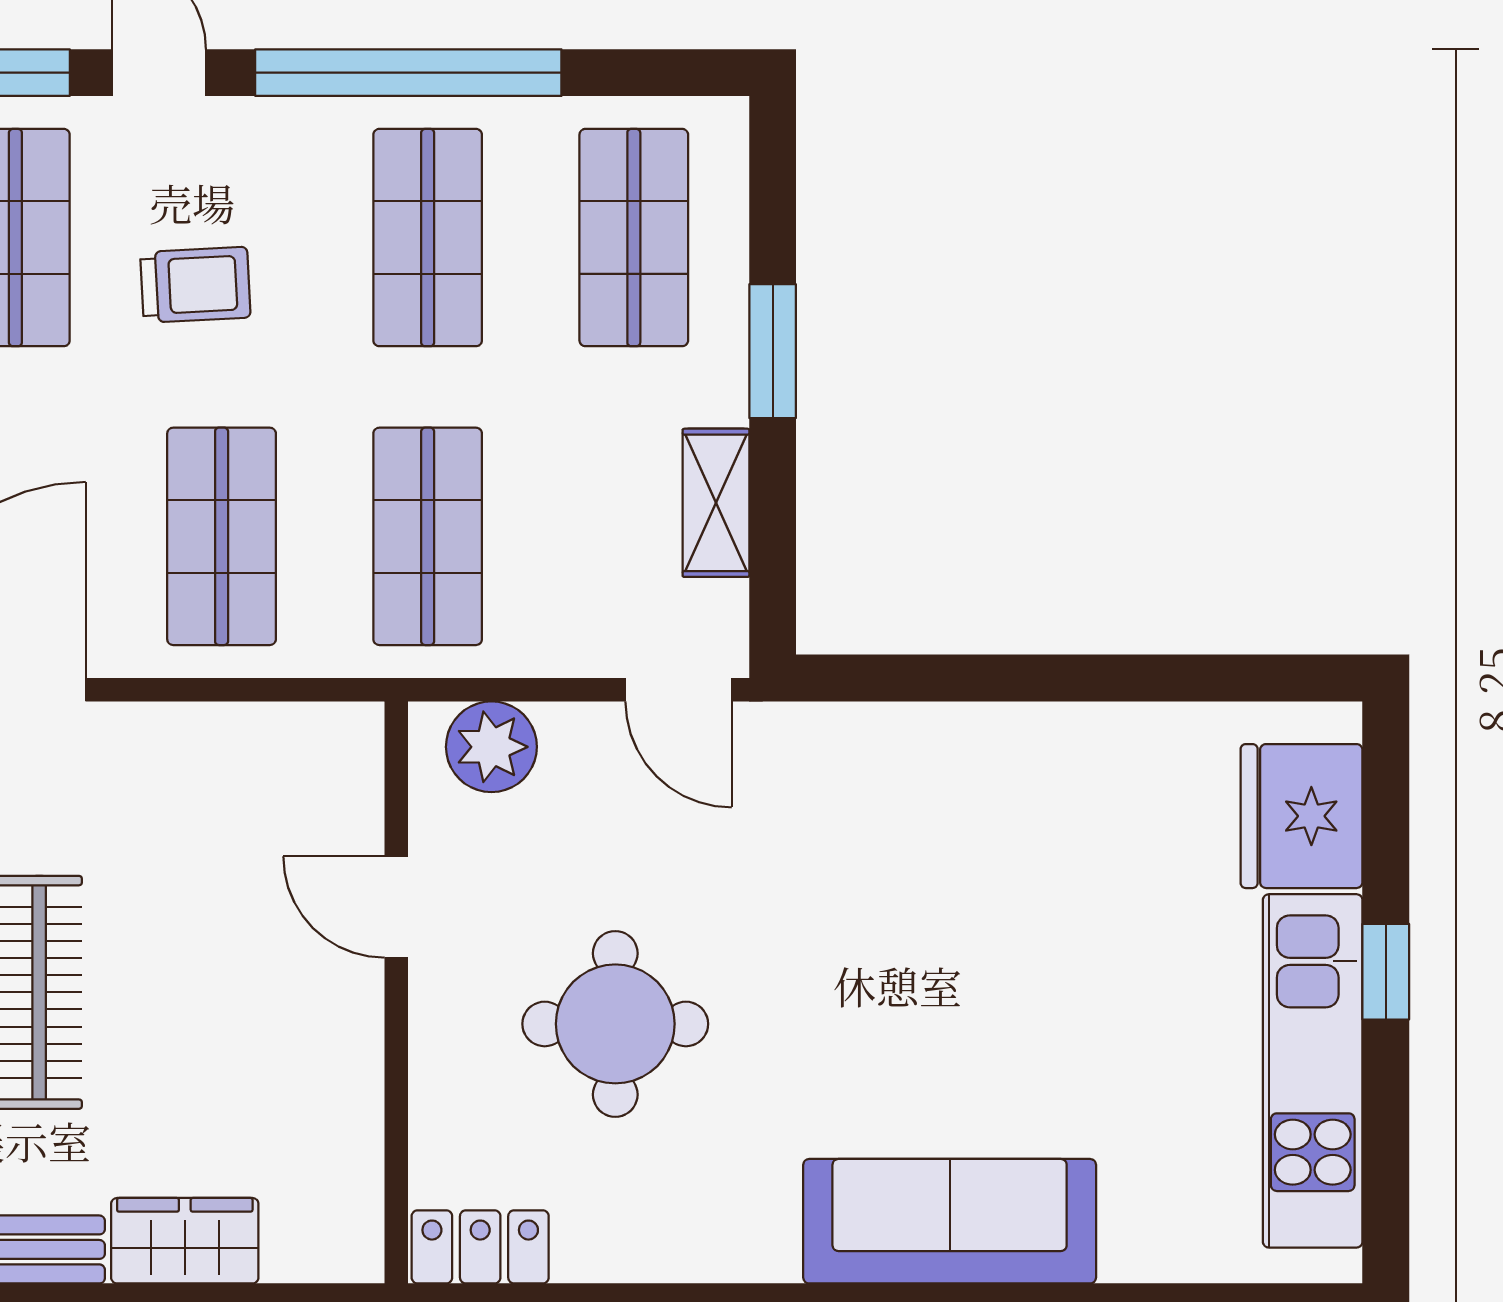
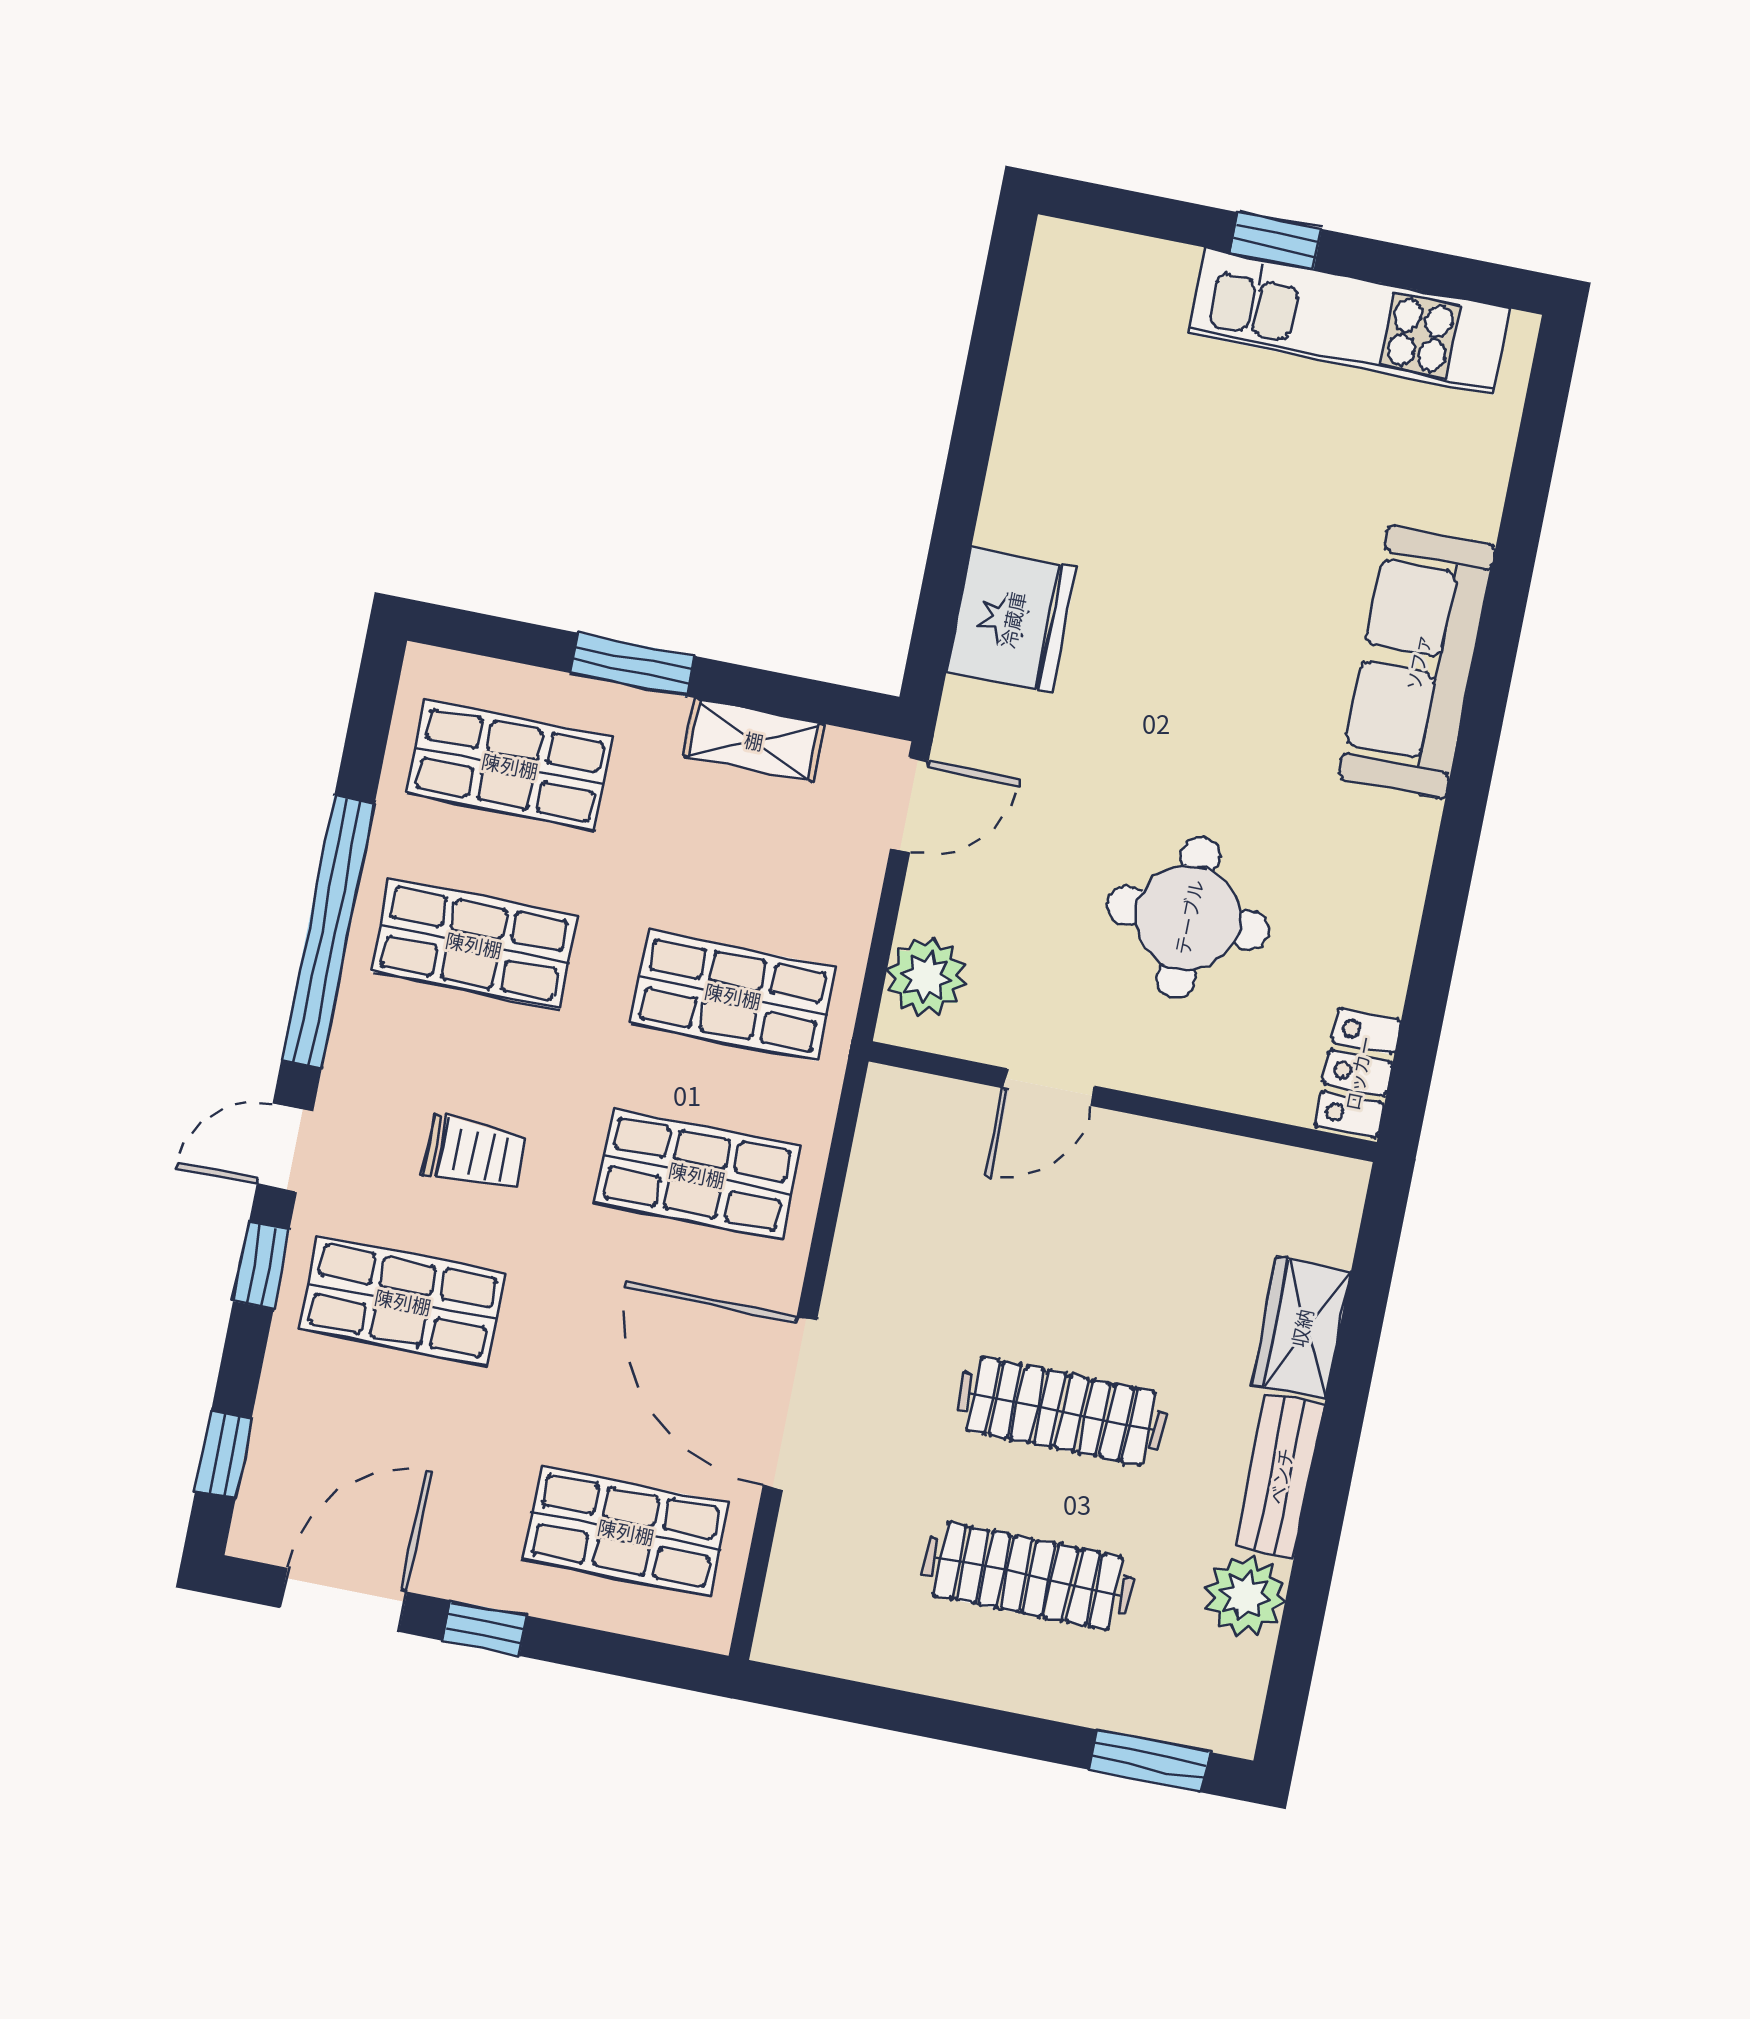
trolley: (195, 285) -> (475, 1153), turned 93
fridge: (1302, 816) -> (1012, 620), moved, turned -90

